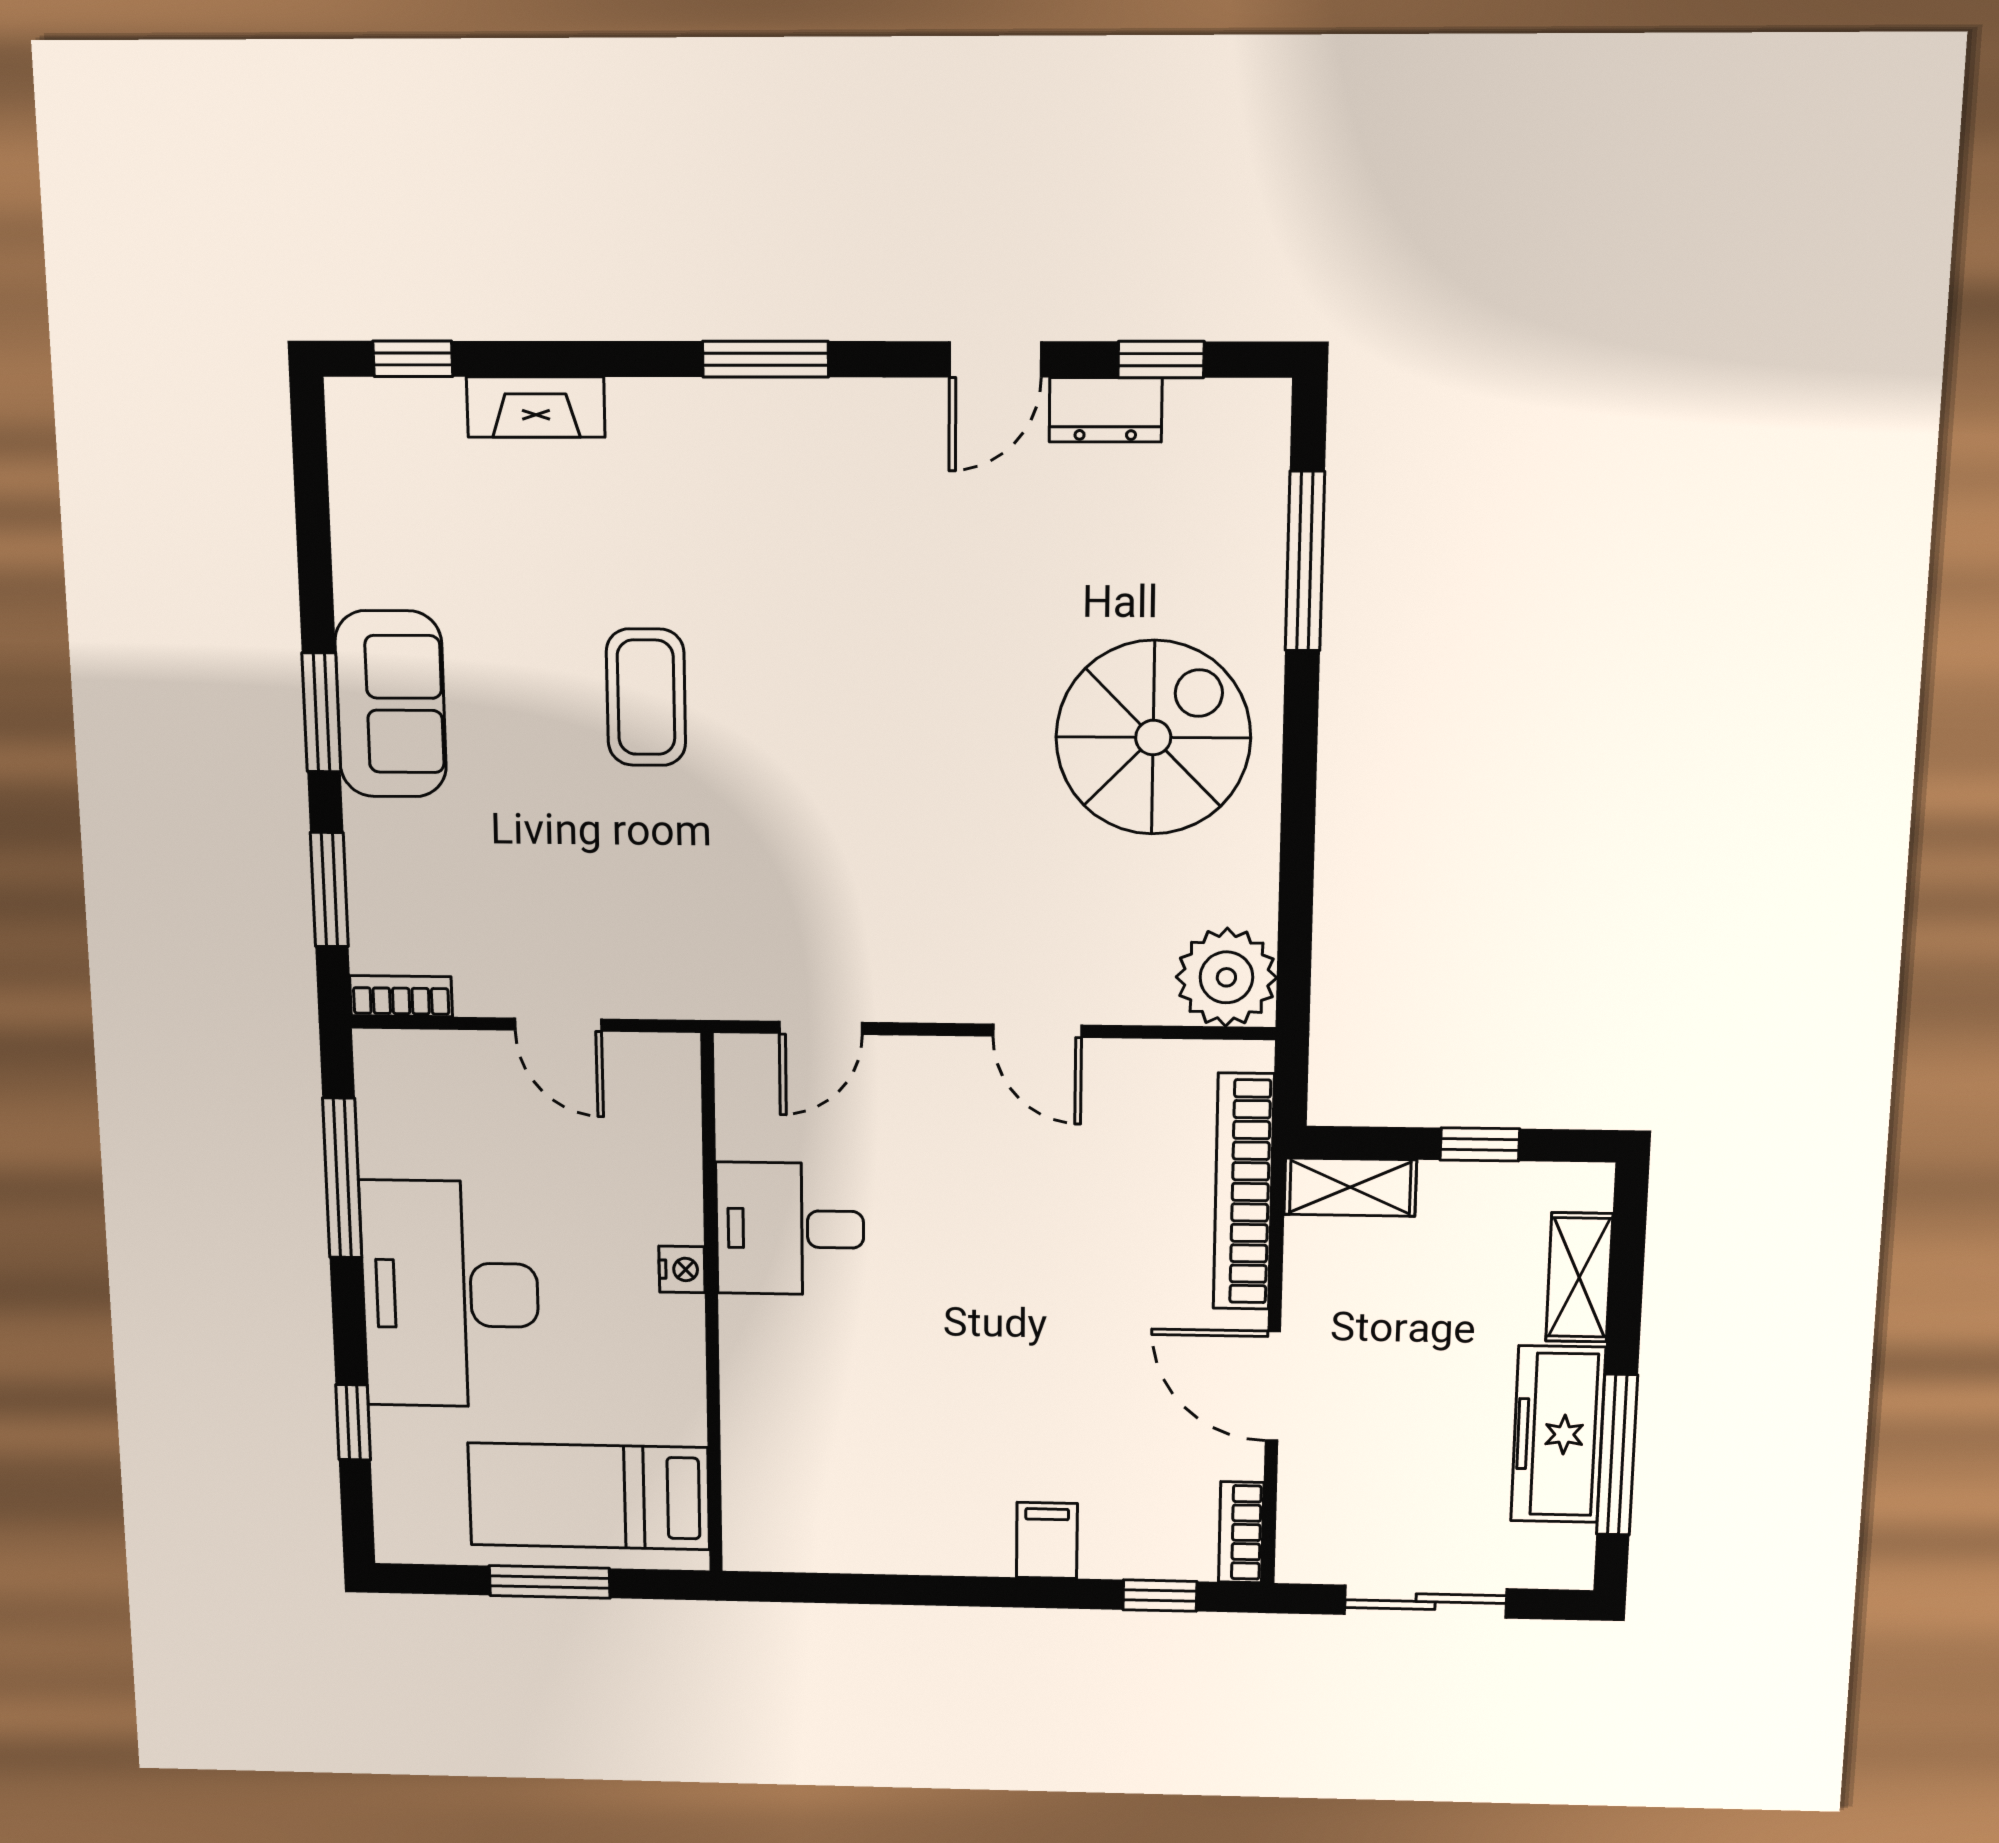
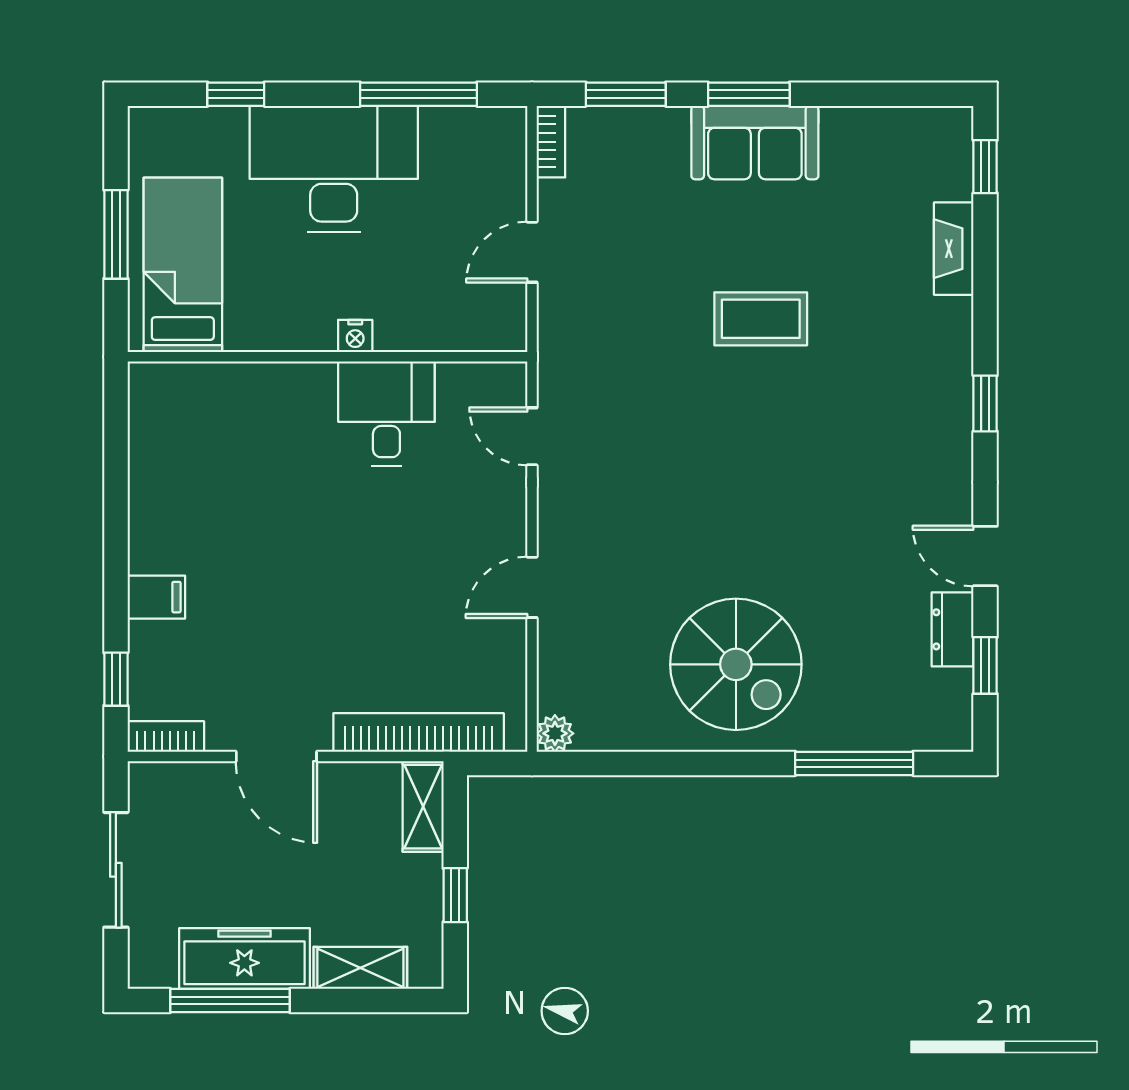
window: (766, 359) -> (985, 403), width x0.67
plant: (1226, 977) -> (555, 733), width x0.53, depth x0.53
door: (1273, 1386) -> (276, 756), swing flipped

